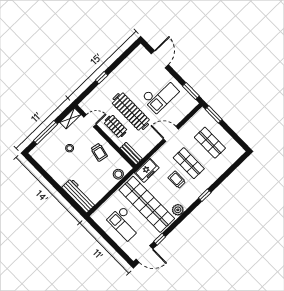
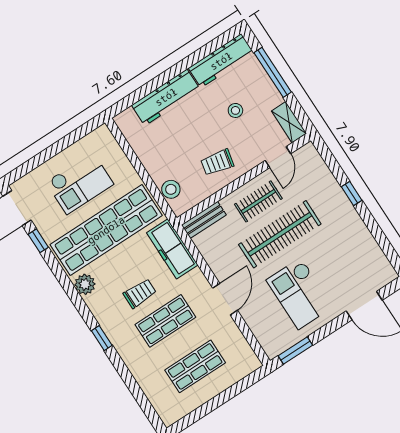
window: (214, 114) -> (245, 383), removed
workbench: (45, 161) -> (221, 61), added
freezer: (147, 170) -> (172, 249), width x1.40
workbench: (79, 196) -> (166, 97), moved
checkout: (125, 223) -> (80, 183), turned 180

